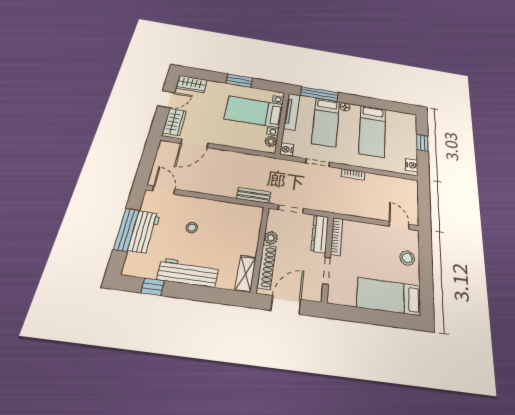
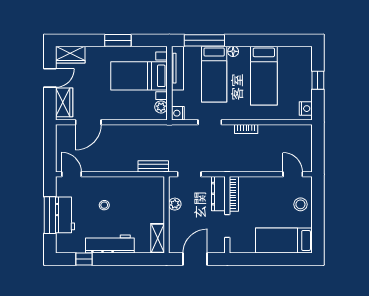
shoe rack: (266, 267) -> (174, 230), removed

